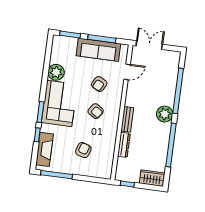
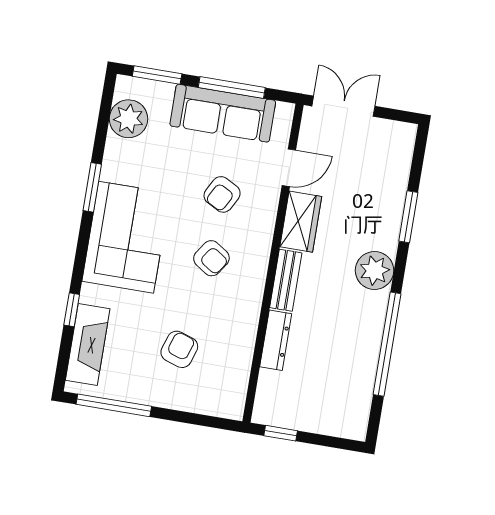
plant: (56, 72) -> (128, 119), moved
window: (178, 91) -> (408, 217), width x0.47
window: (40, 112) -> (92, 187), moved
wardrobe: (152, 178) -> (301, 222), moved, turned 90

